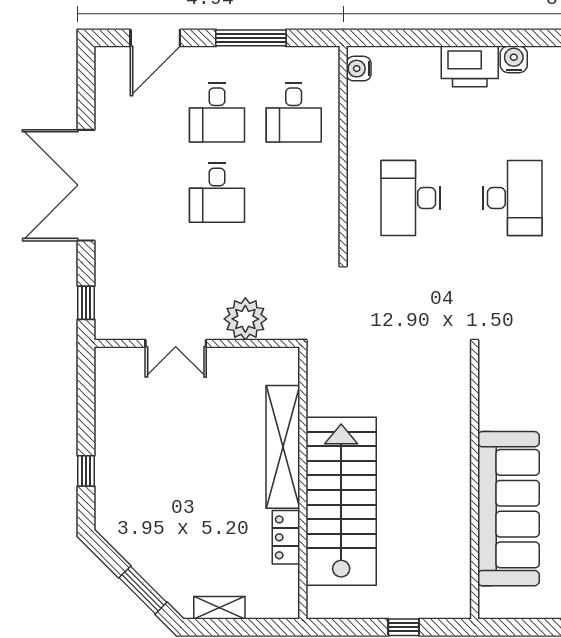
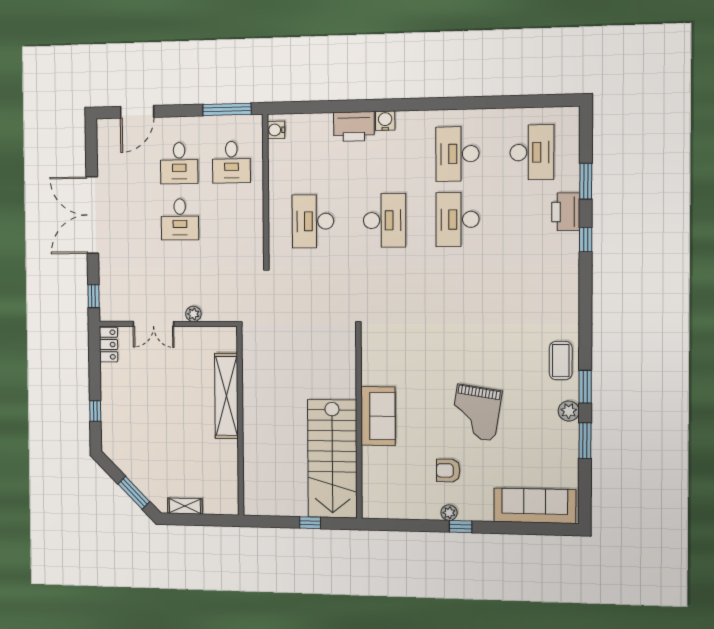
window: (251, 38) -> (227, 109), moved
plant: (245, 319) -> (193, 314), width x0.53, depth x0.53
stairs: (341, 501) -> (332, 459), moved, turned 180
sofa: (508, 509) -> (378, 416), width x0.54, depth x0.79
locker: (286, 537) -> (109, 345), moved, turned 180

